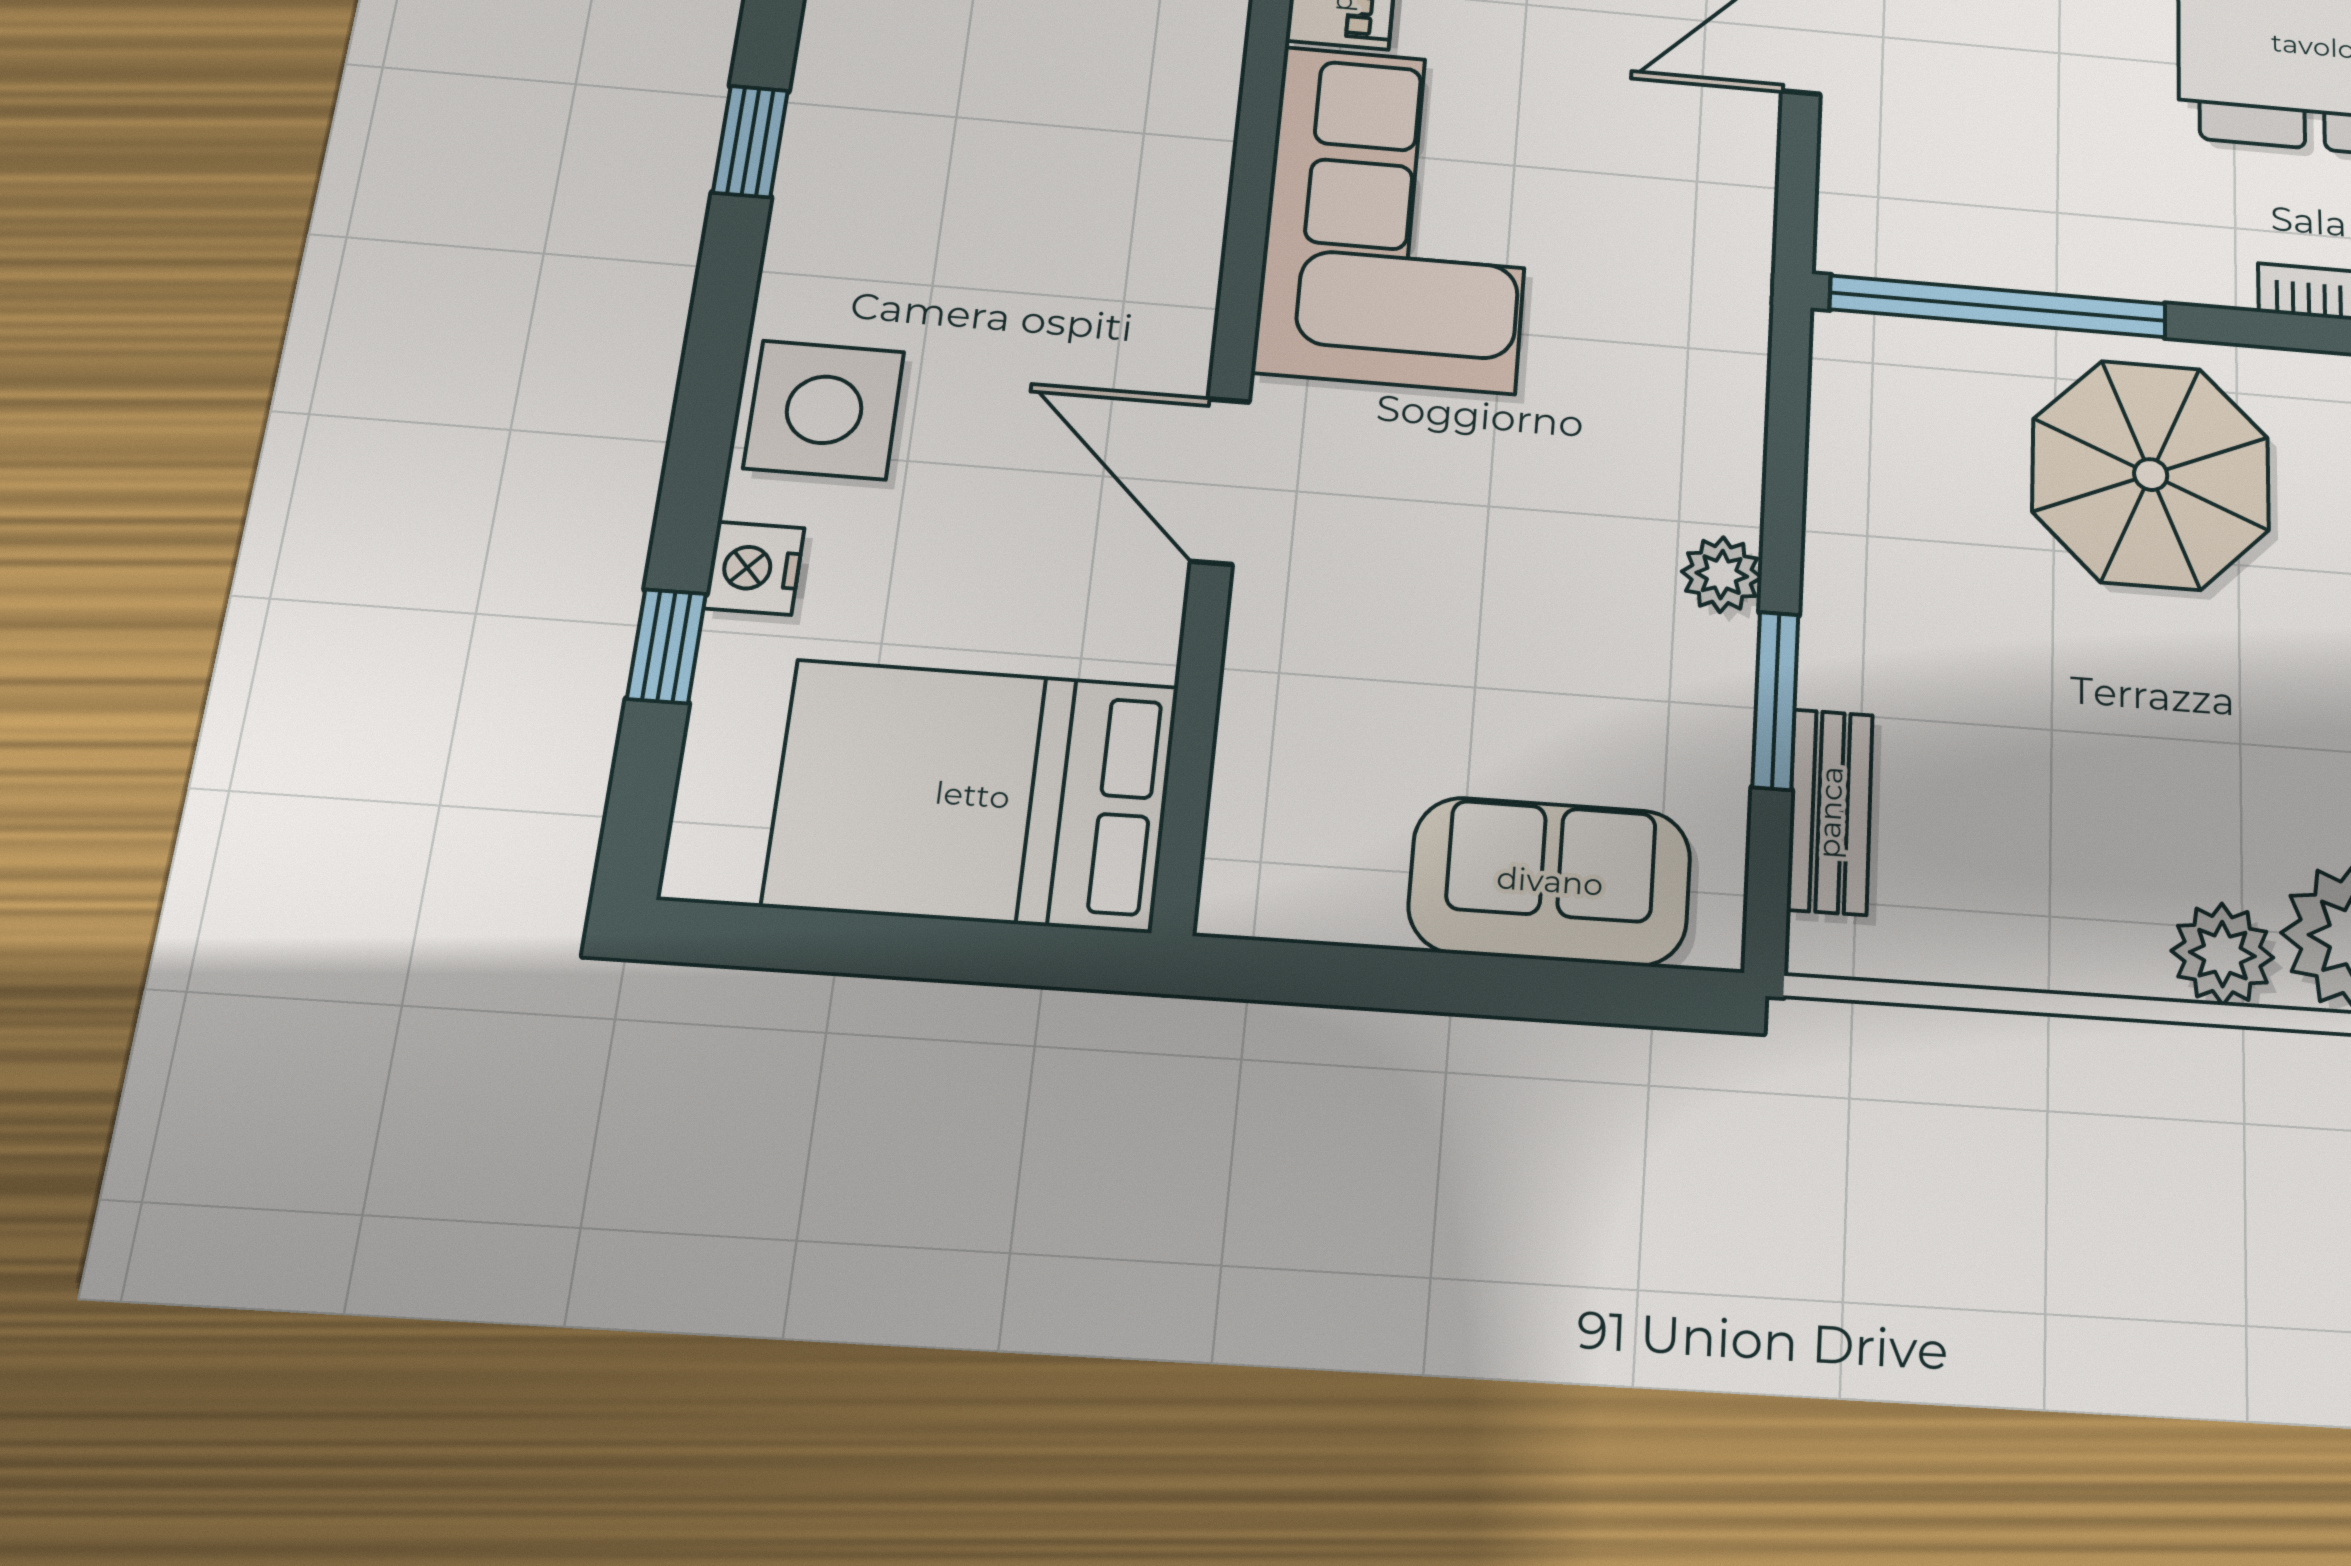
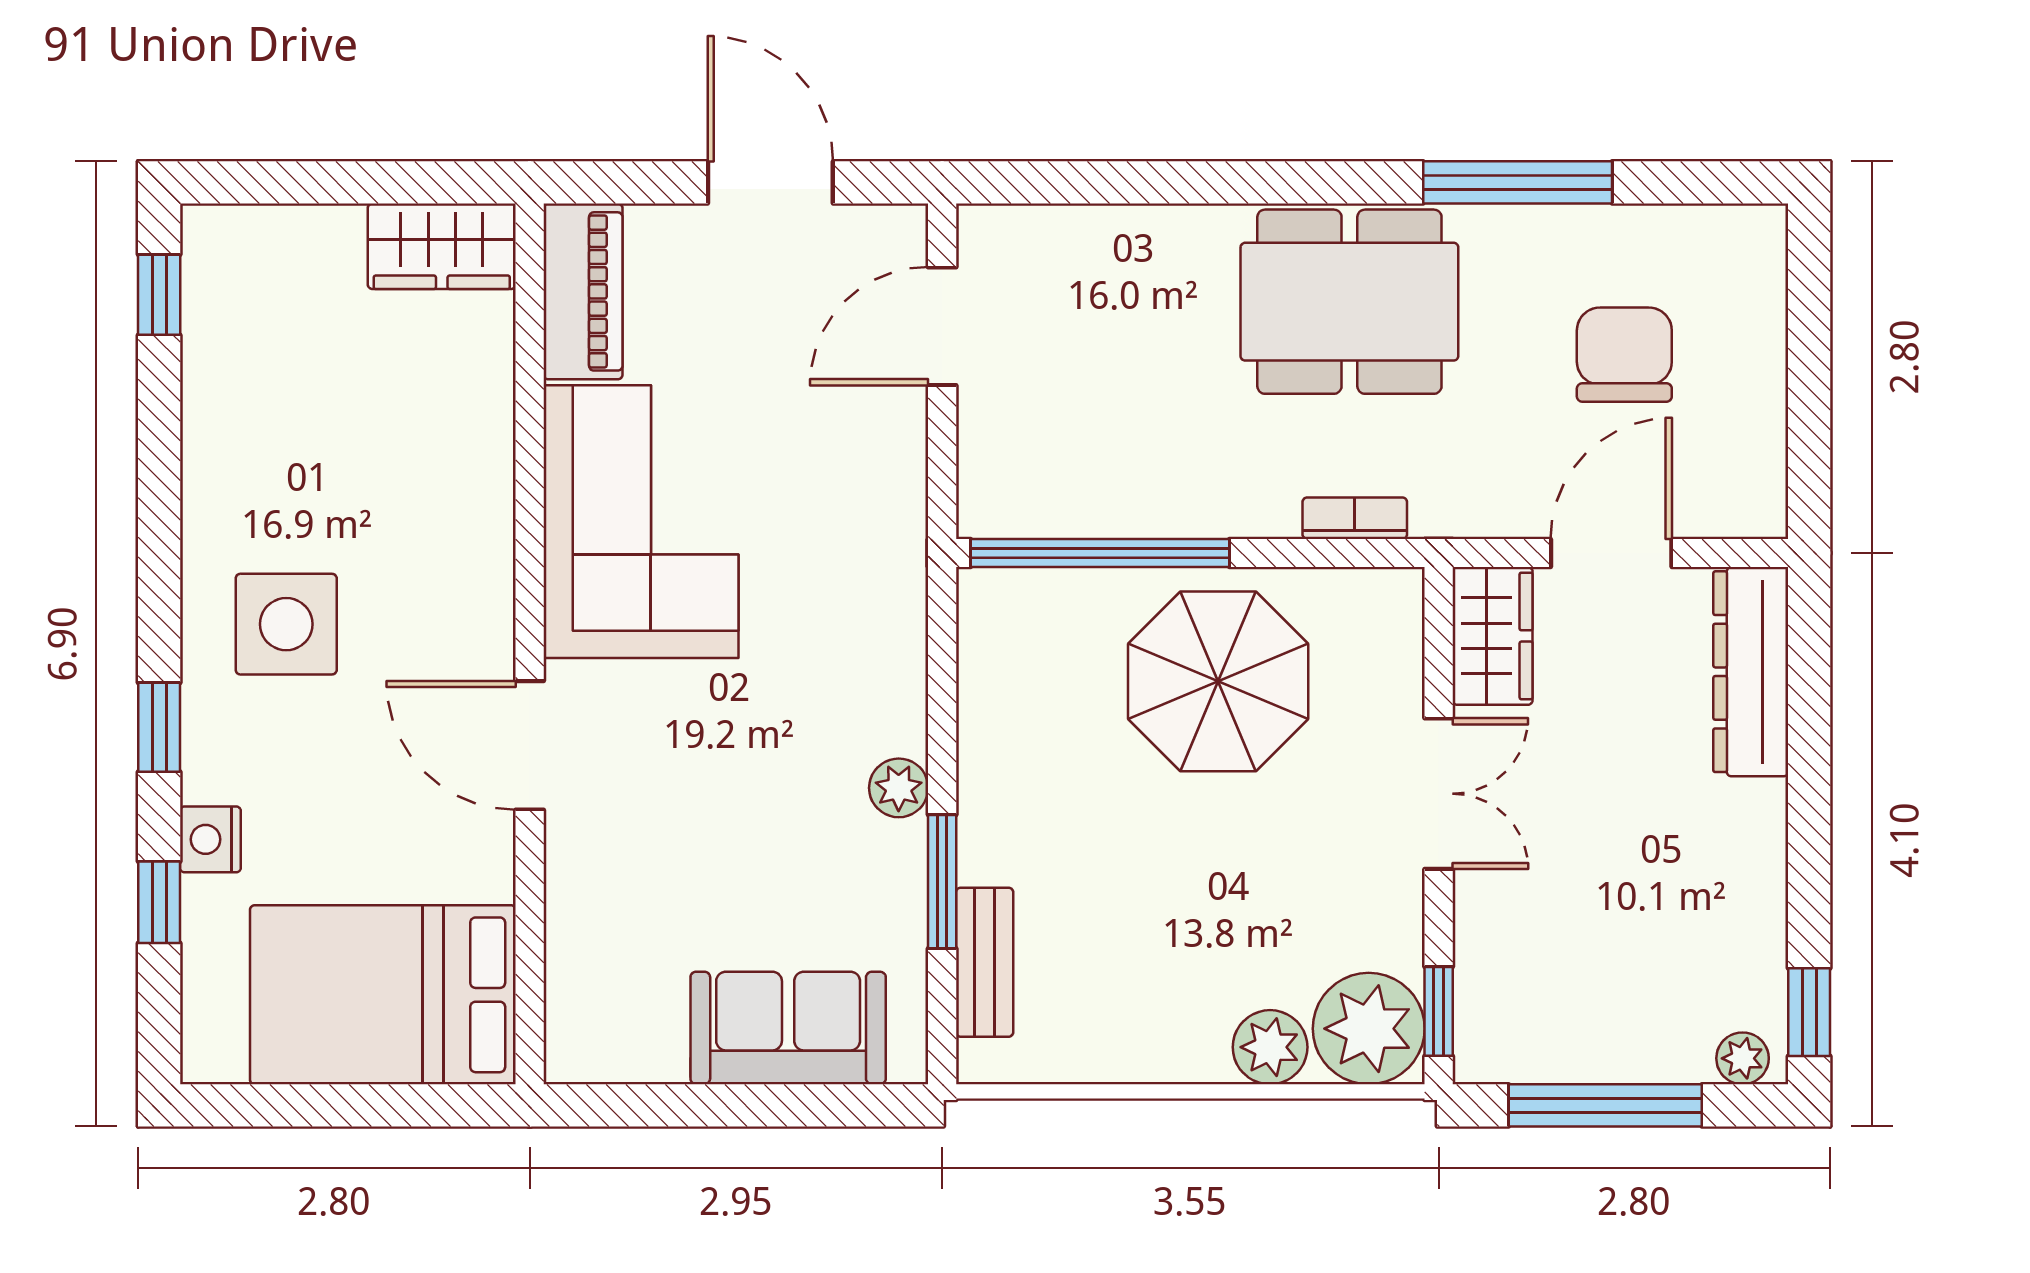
window: (750, 142) -> (159, 727), moved
side table: (824, 410) -> (286, 624), moved

